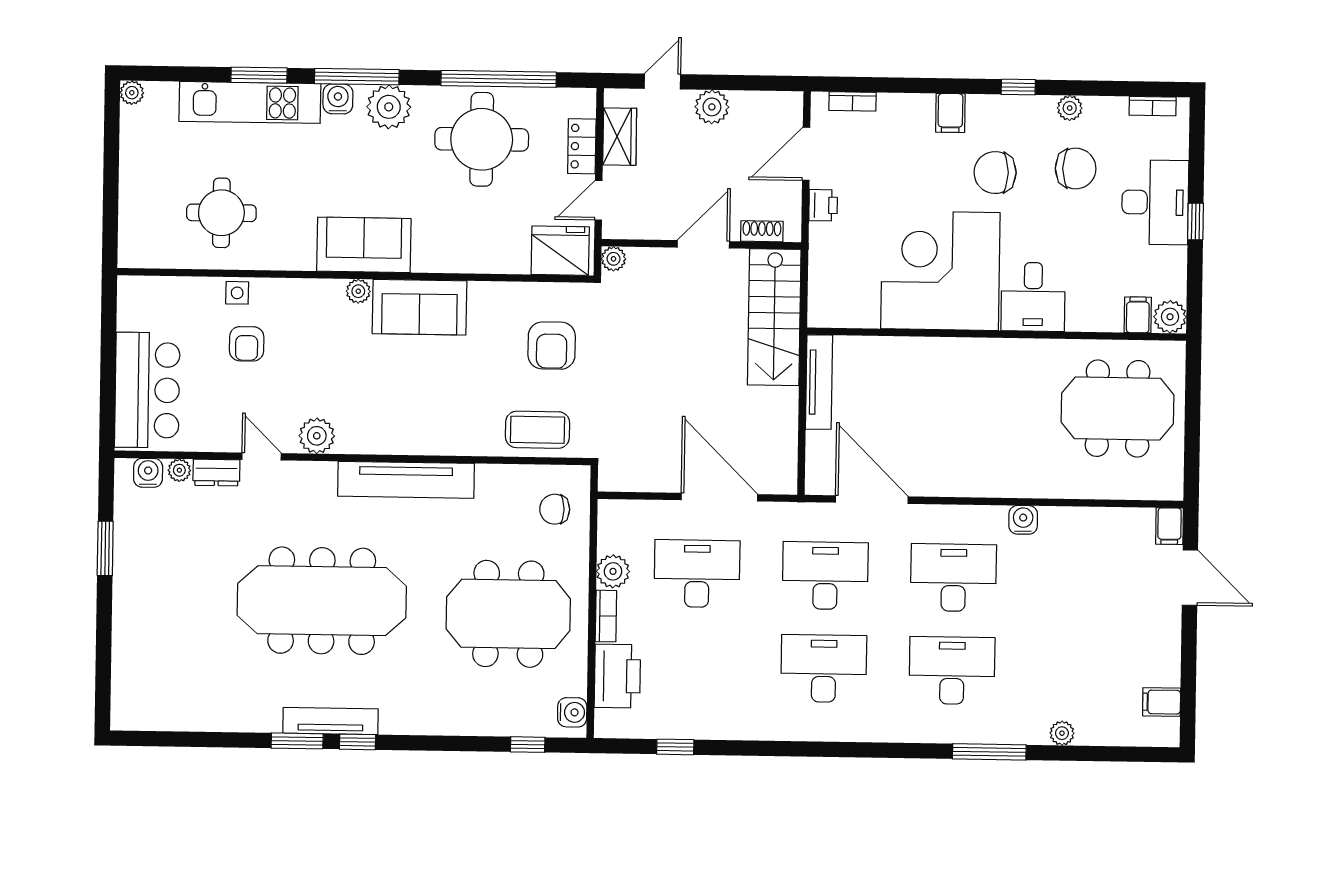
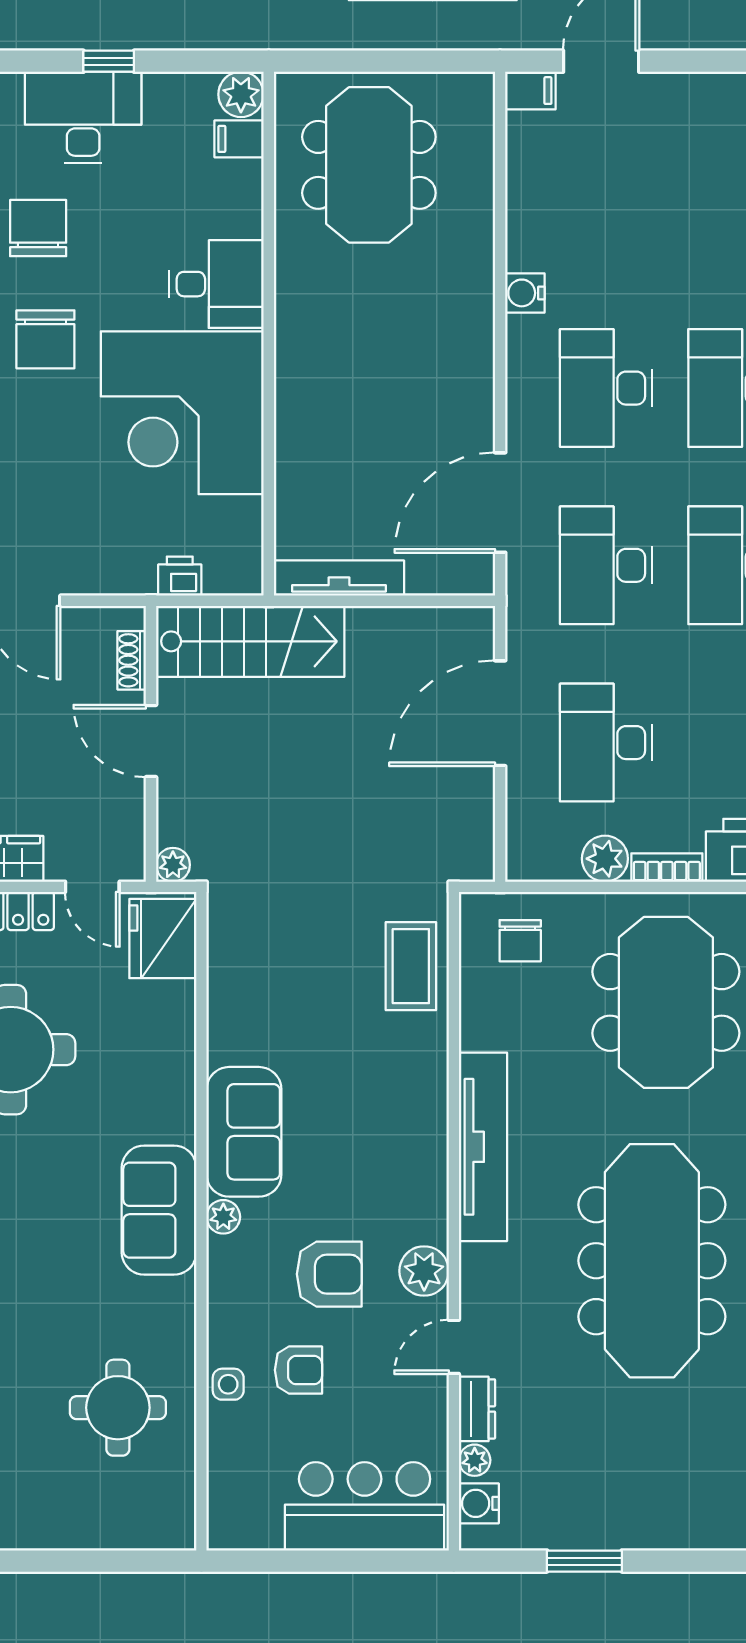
printer: (823, 205) -> (180, 576), moved
armchair: (552, 346) -> (329, 1274), moved

